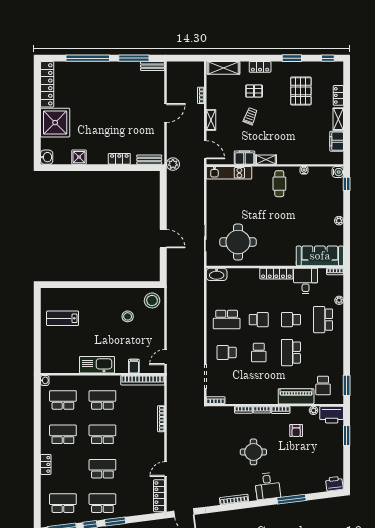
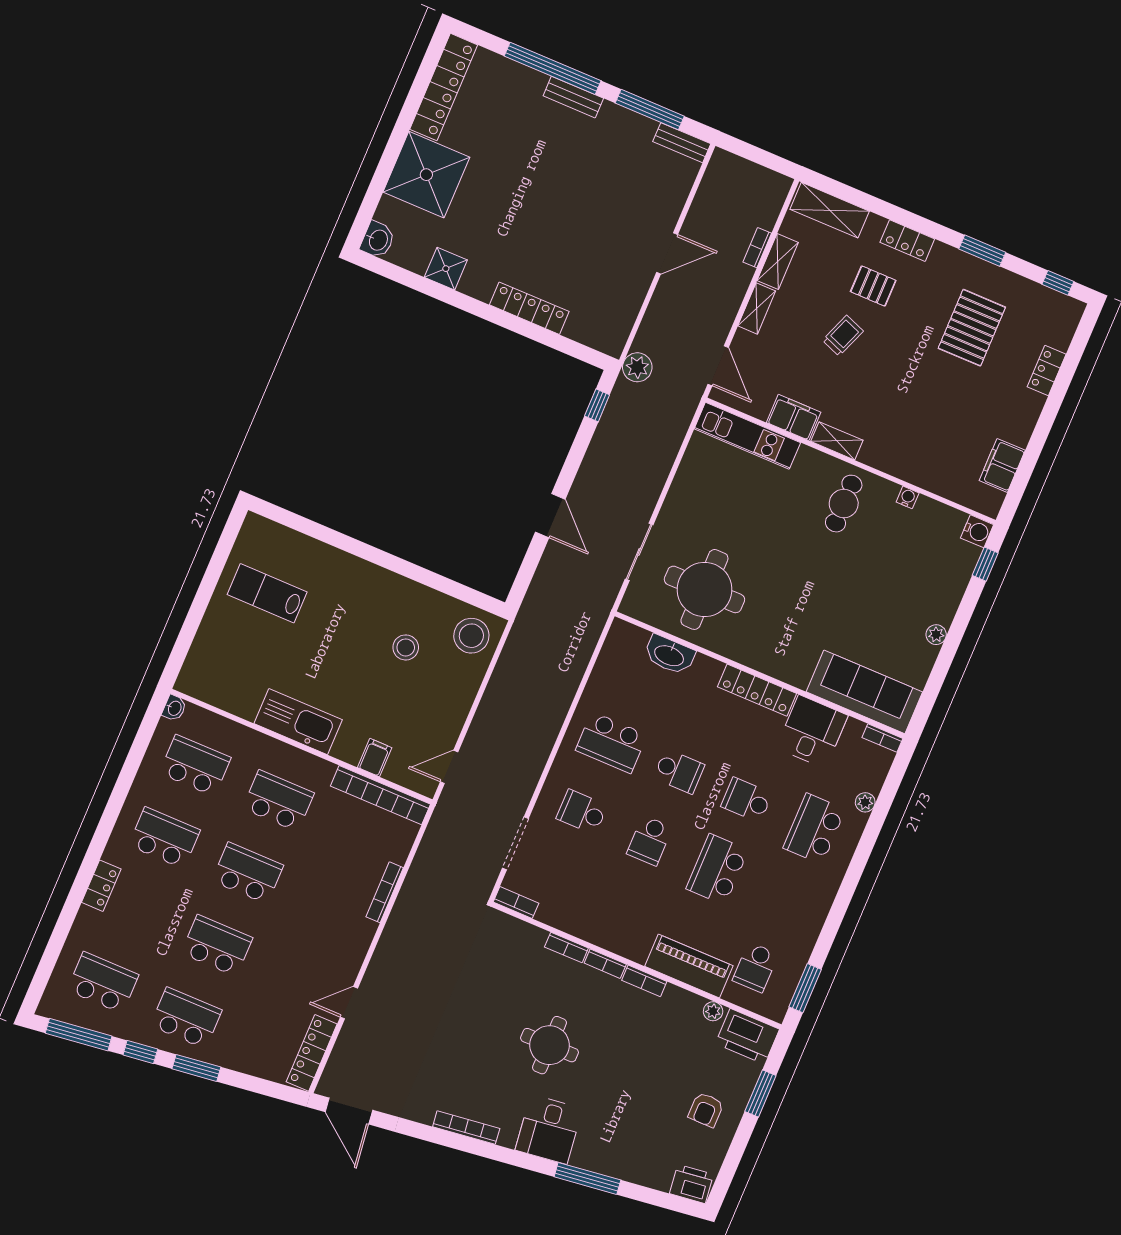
shelving: (338, 119) -> (778, 262), moved
locker: (119, 159) -> (529, 308), width x1.53
bench: (149, 160) -> (573, 97), moved
window: (163, 186) -> (597, 405), added
washbasin: (217, 274) -> (669, 655), moved
armchair: (296, 430) -> (706, 1110), moved

